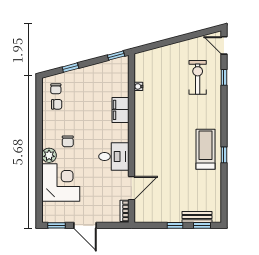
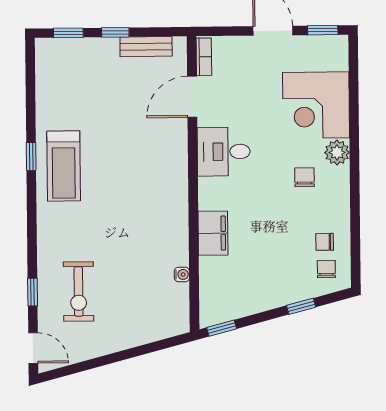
bench: (197, 217) -> (146, 47), moved

